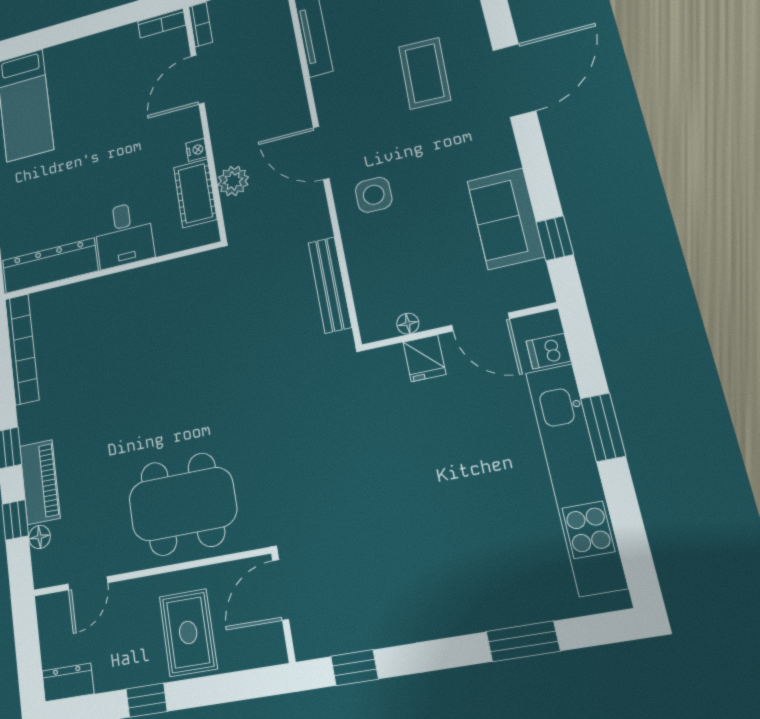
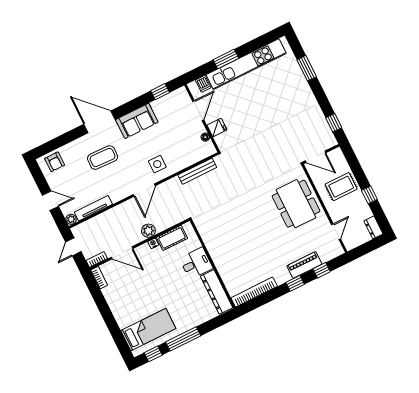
plant: (233, 181) -> (148, 231), moved
sofa: (506, 219) -> (137, 121), moved
floor lamp: (40, 537) -> (325, 258), removed
door: (88, 583) -> (336, 232), hinge flipped

